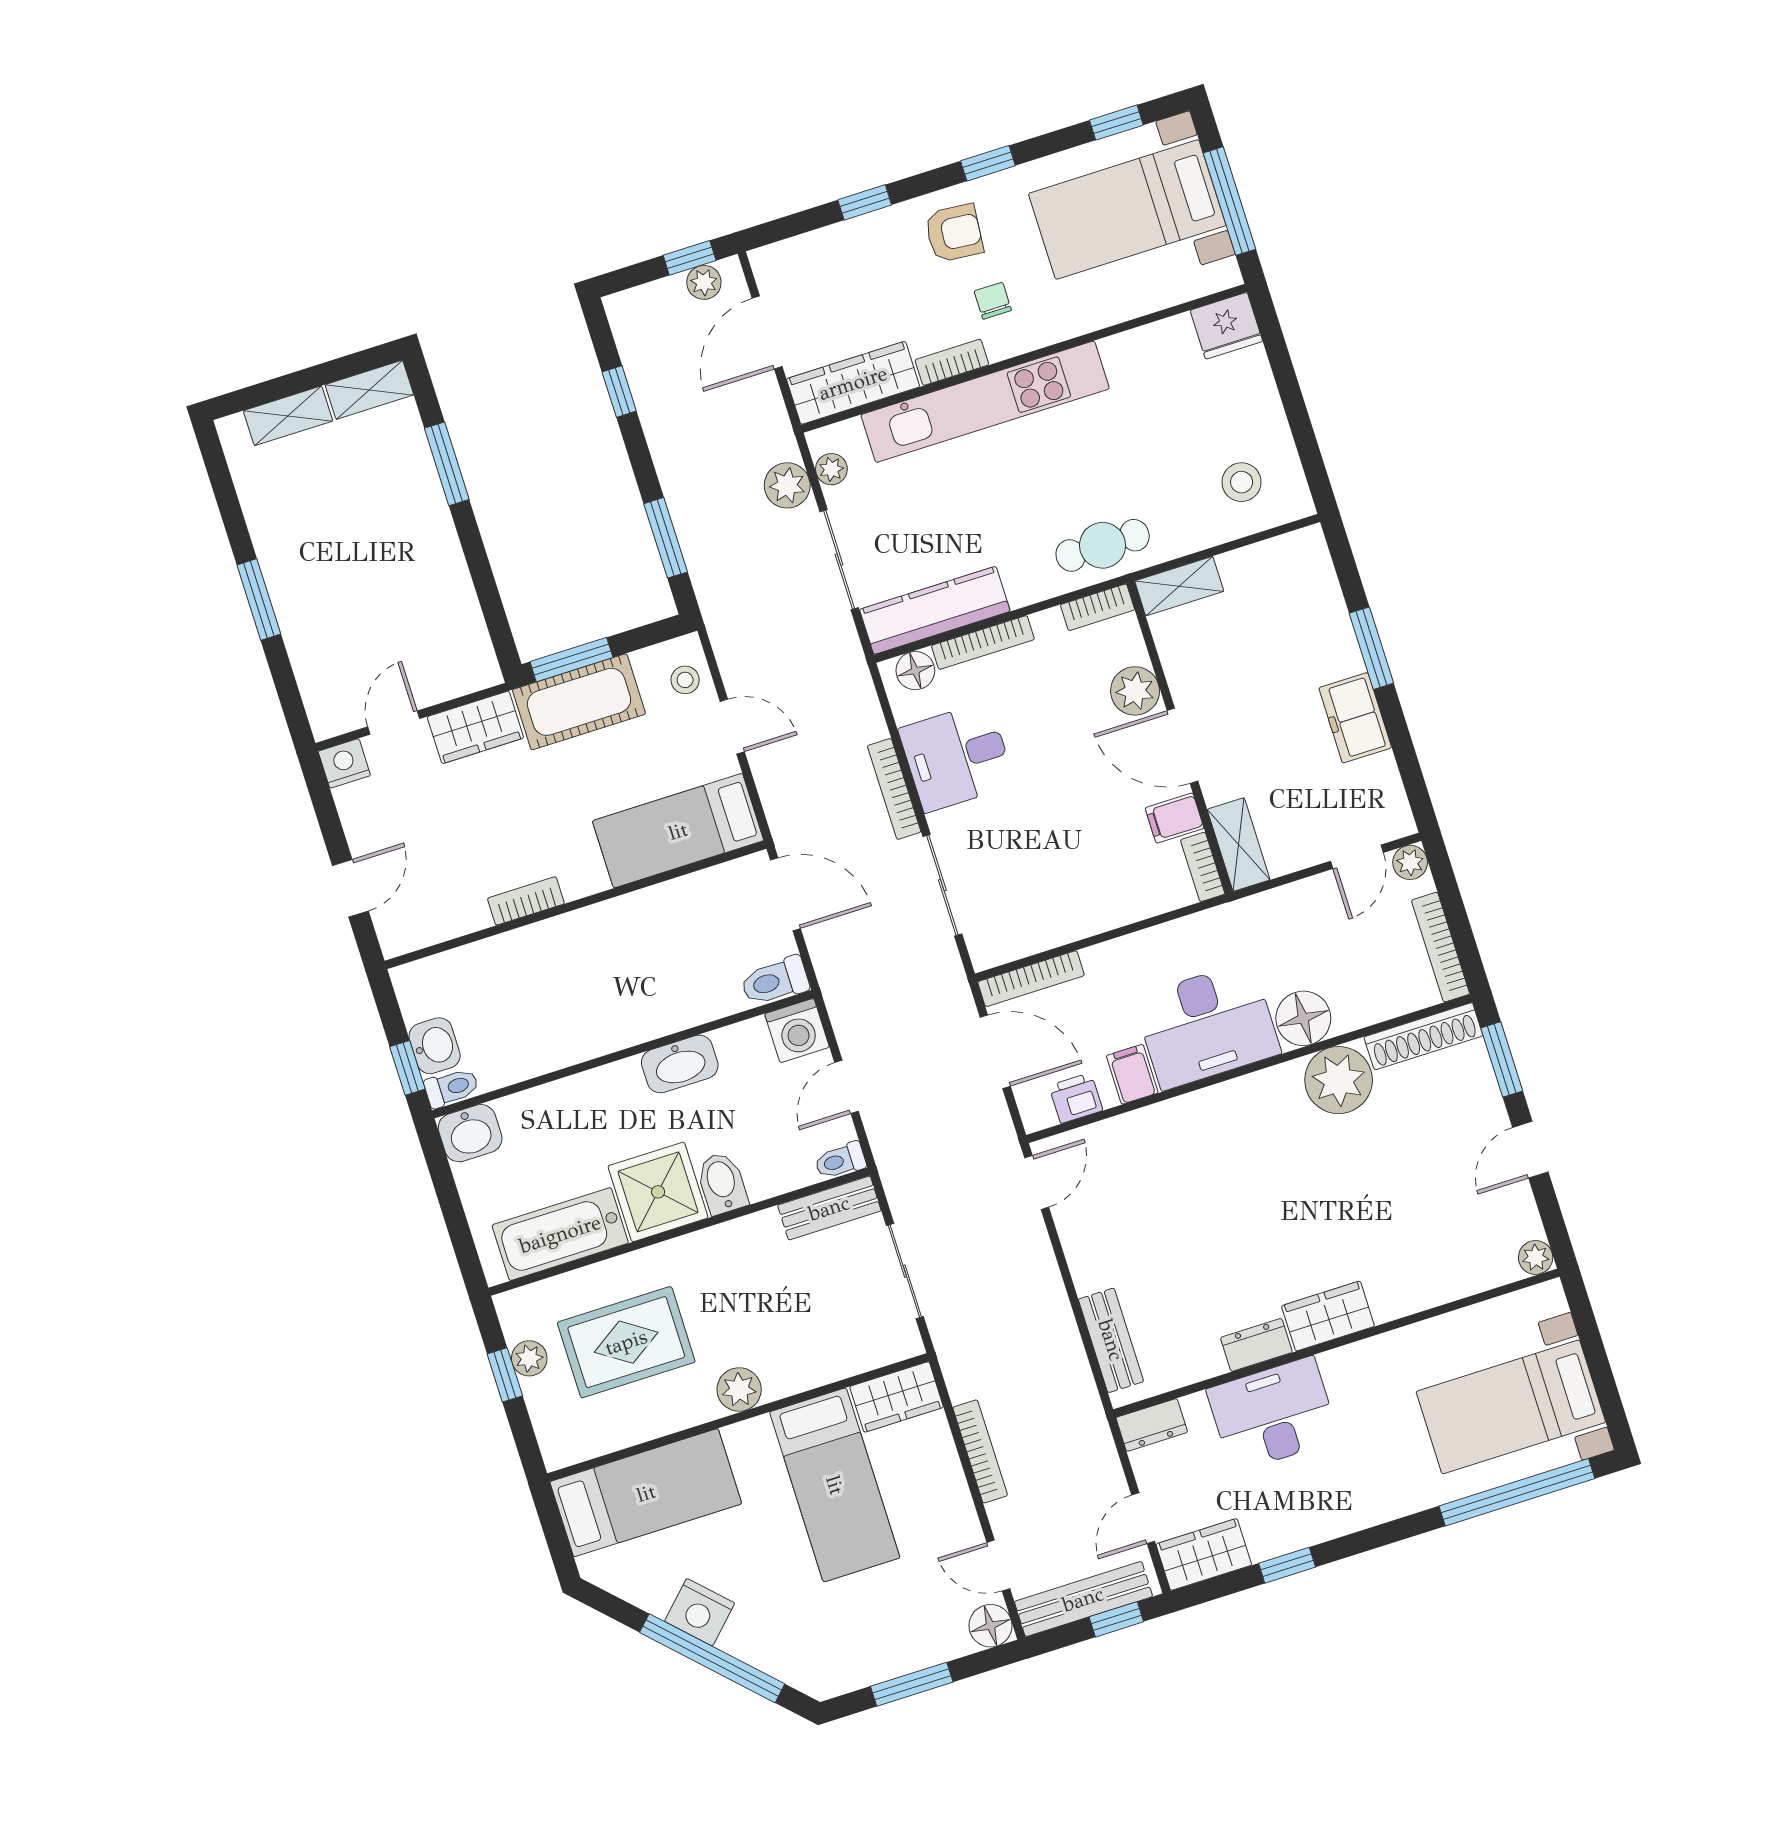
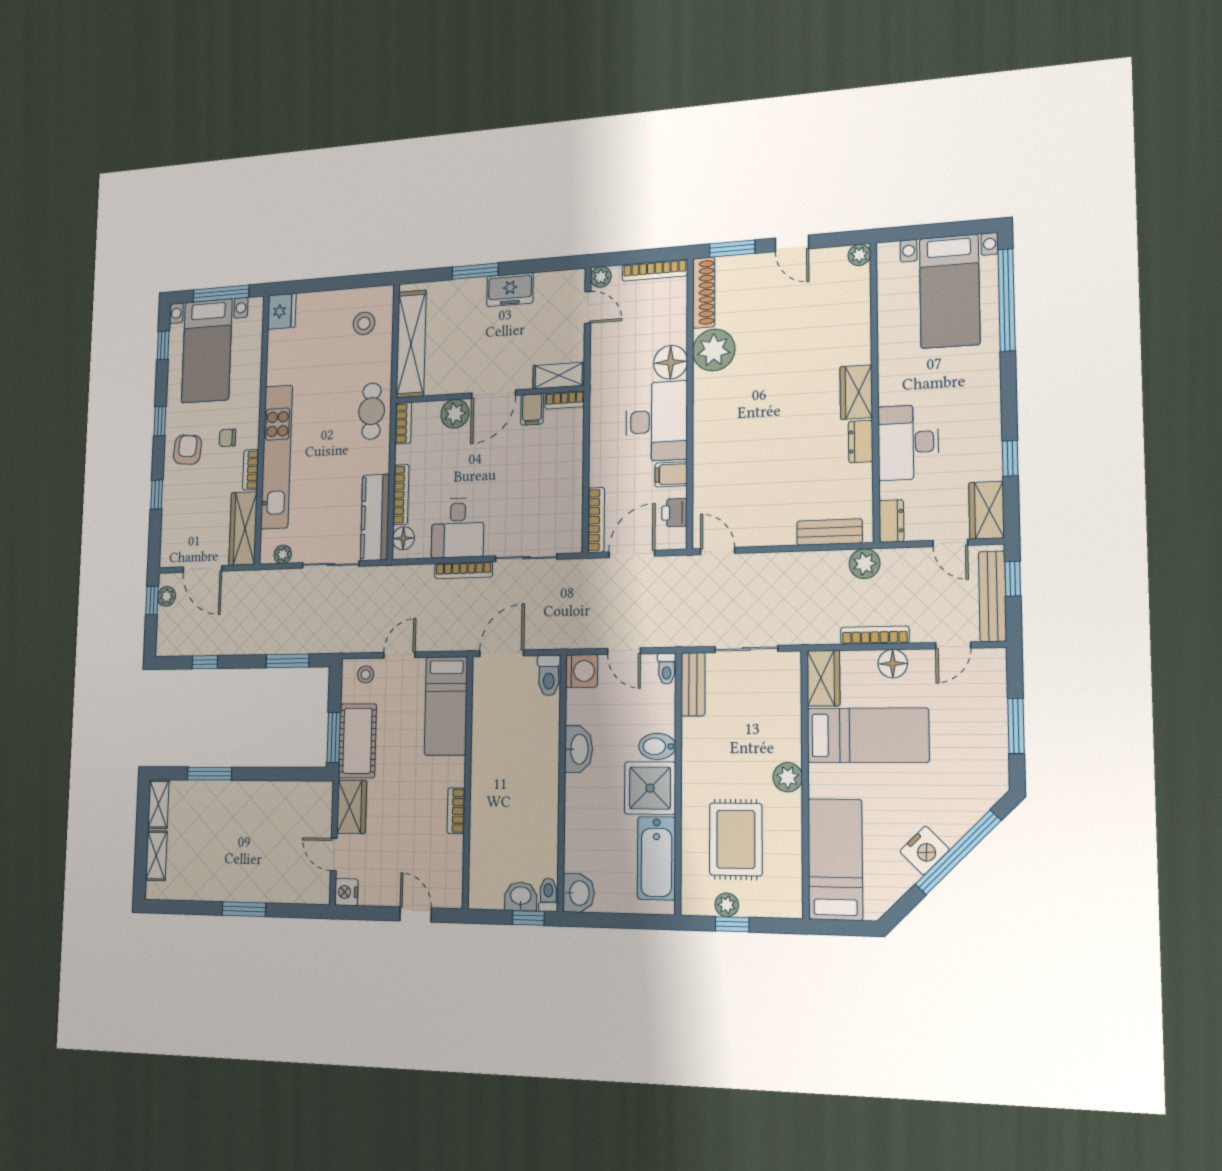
plant: (787, 485) -> (865, 564), moved
shelving: (1179, 586) -> (411, 344), width x2.20, depth x1.33
floor lamp: (991, 1626) -> (893, 664), moved

